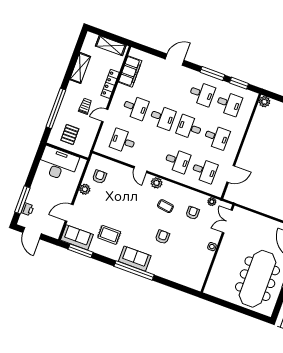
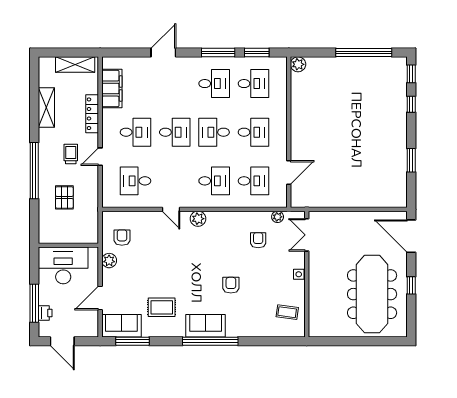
wall: (67, 151) -> (68, 245), moved
desk: (58, 164) -> (63, 265), moved
coffee table: (165, 206) -> (287, 312), moved

